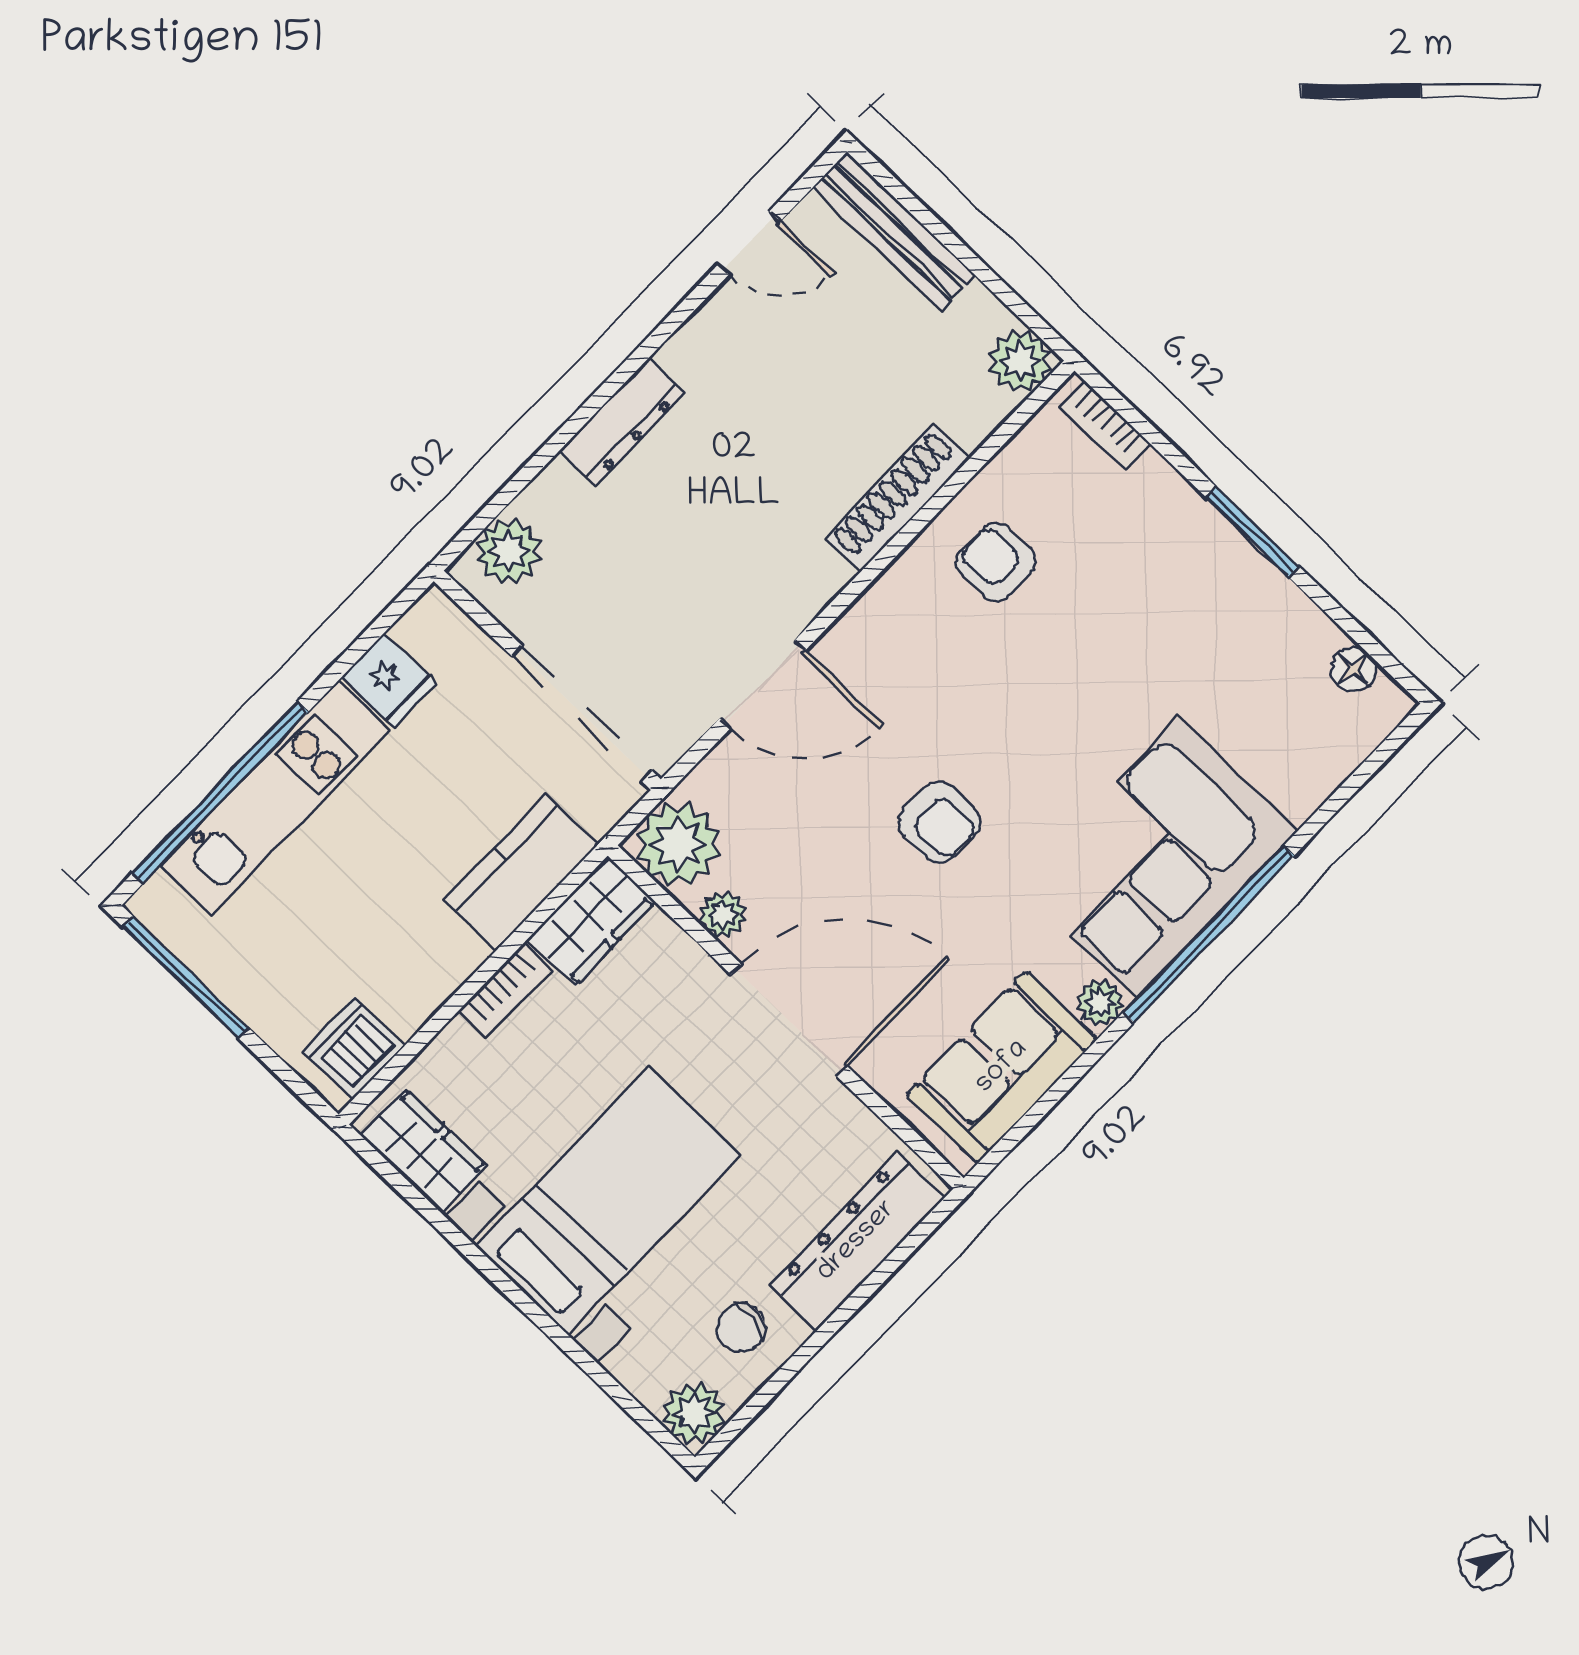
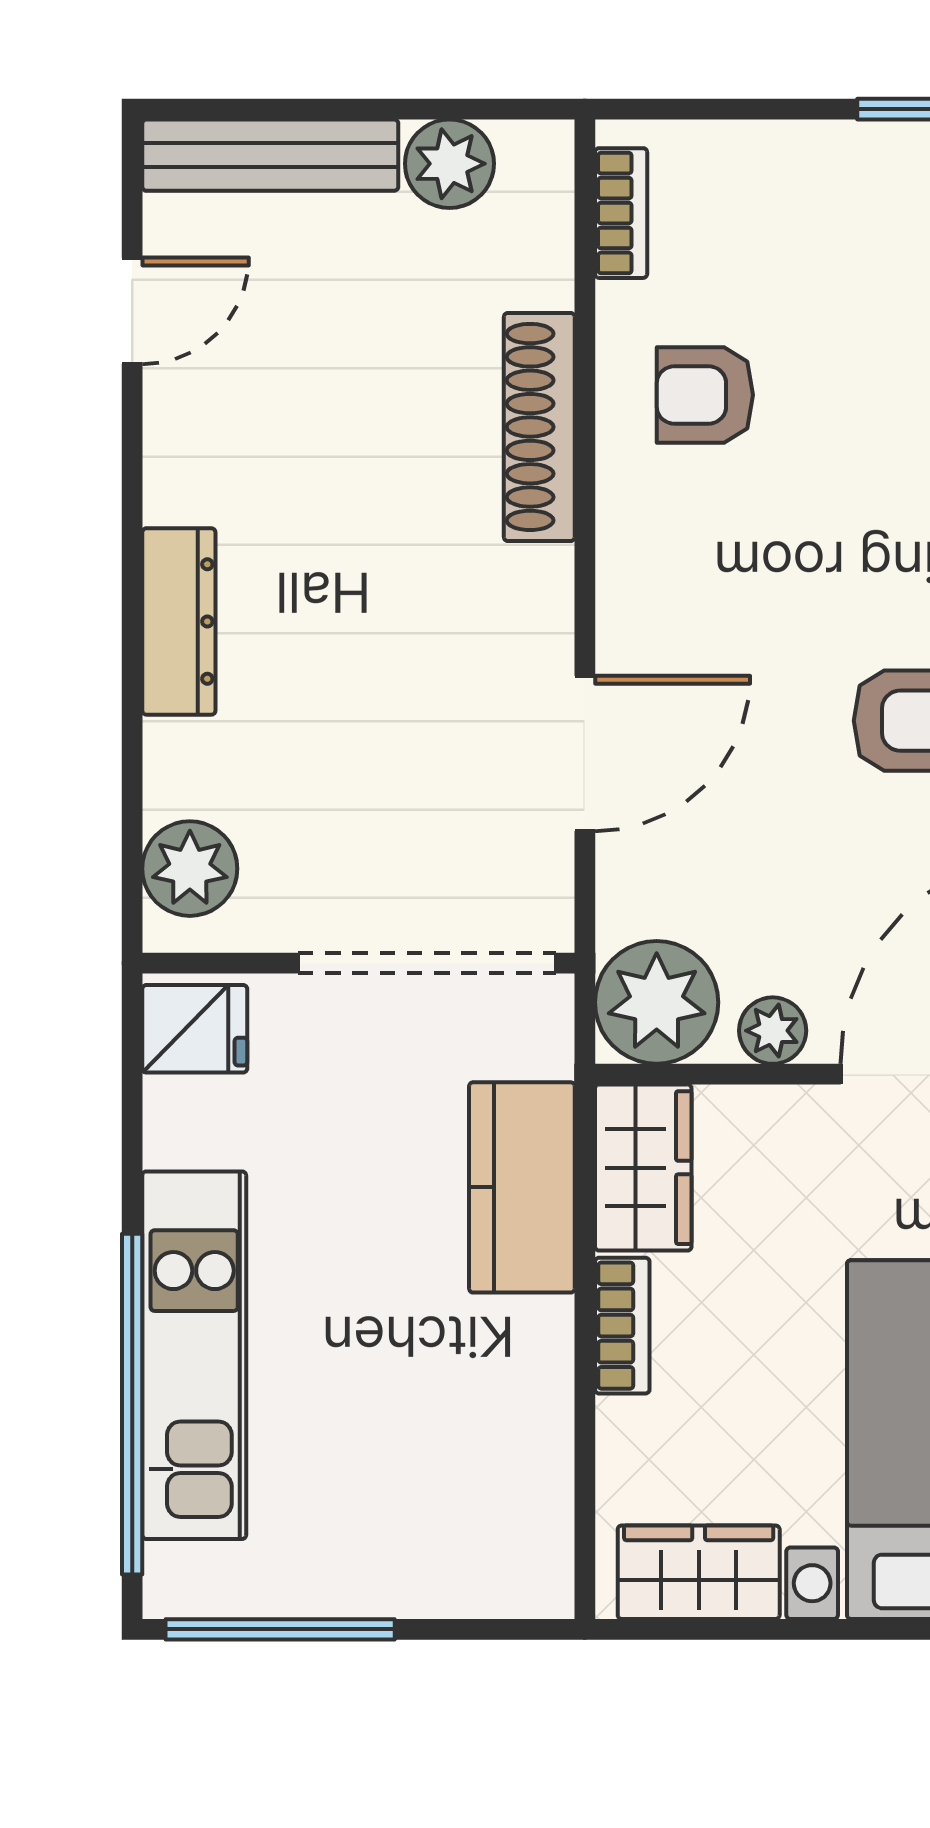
plant: (1020, 361) -> (449, 164), moved
bookcase: (1105, 425) -> (621, 213), moved, turned -90
fridge: (389, 680) -> (195, 1029), moved
dishwasher: (354, 1048) -> (524, 1535), removed

